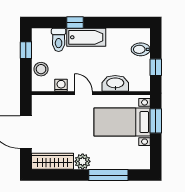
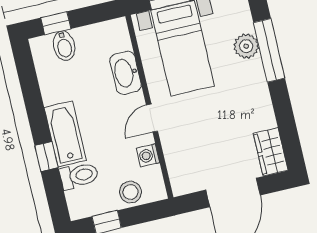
window: (156, 67) -> (56, 23), moved
wardrobe: (53, 161) -> (271, 152), width x0.67
plant: (83, 161) -> (246, 46), moved

